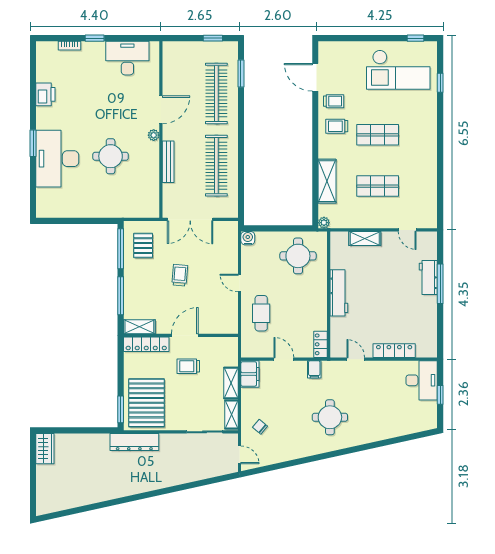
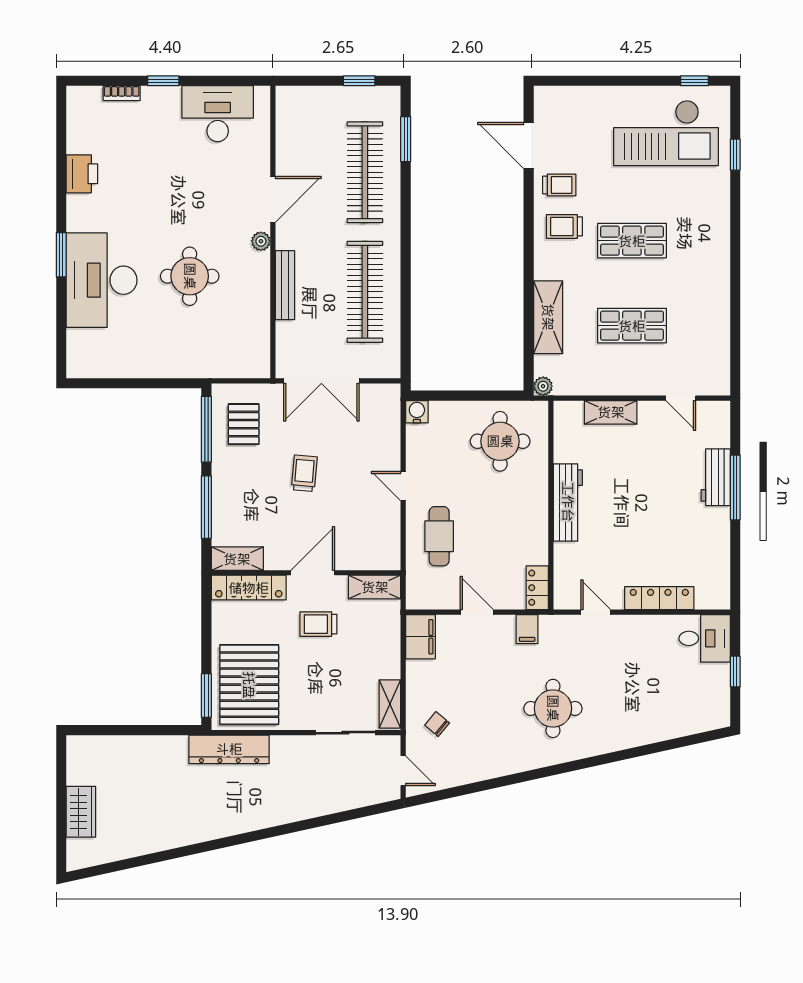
desk: (422, 380) -> (705, 638), width x0.73
shelving: (231, 383) -> (375, 587), moved, turned 90
wardrobe: (45, 449) -> (81, 812), moved

